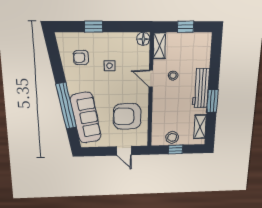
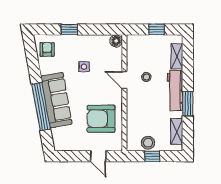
shelving: (160, 46) -> (177, 56), moved
armchair: (81, 58) -> (47, 49), moved, turned 90
sofa: (86, 118) -> (56, 100), moved

